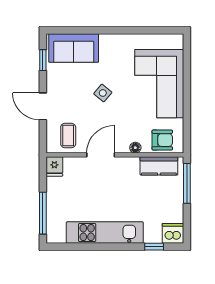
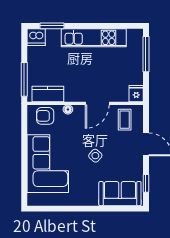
window: (154, 247) -> (52, 26), width x1.50

